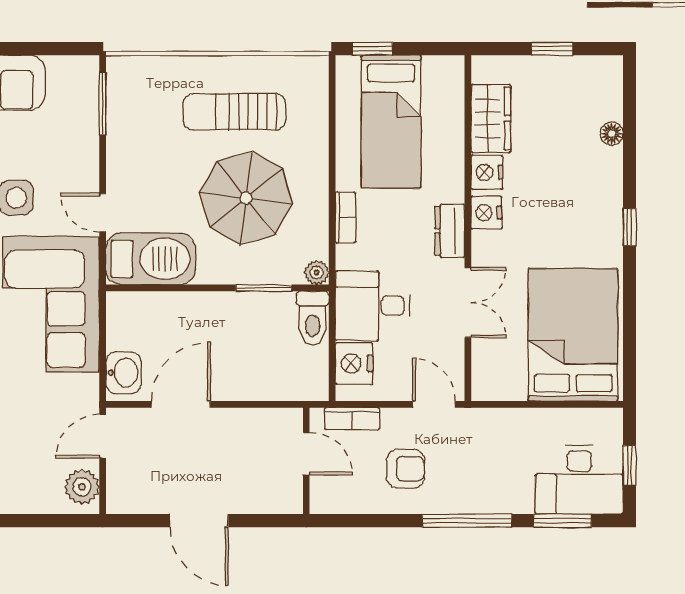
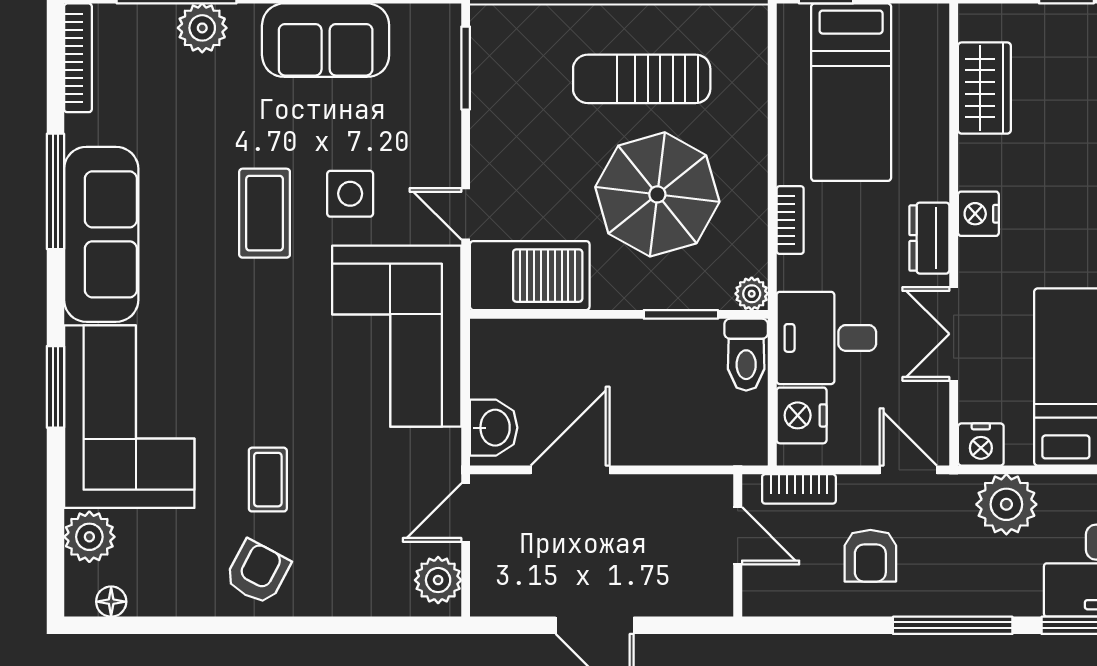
nightstand: (487, 172) -> (981, 444), moved, turned -90
double door: (468, 303) -> (954, 334), swing flipped
plant: (507, 430) -> (1006, 504), added
armchair: (405, 469) -> (870, 556), turned 90

